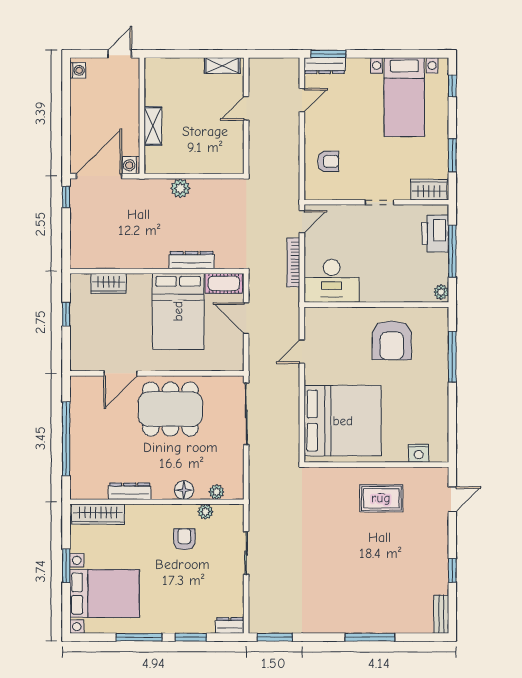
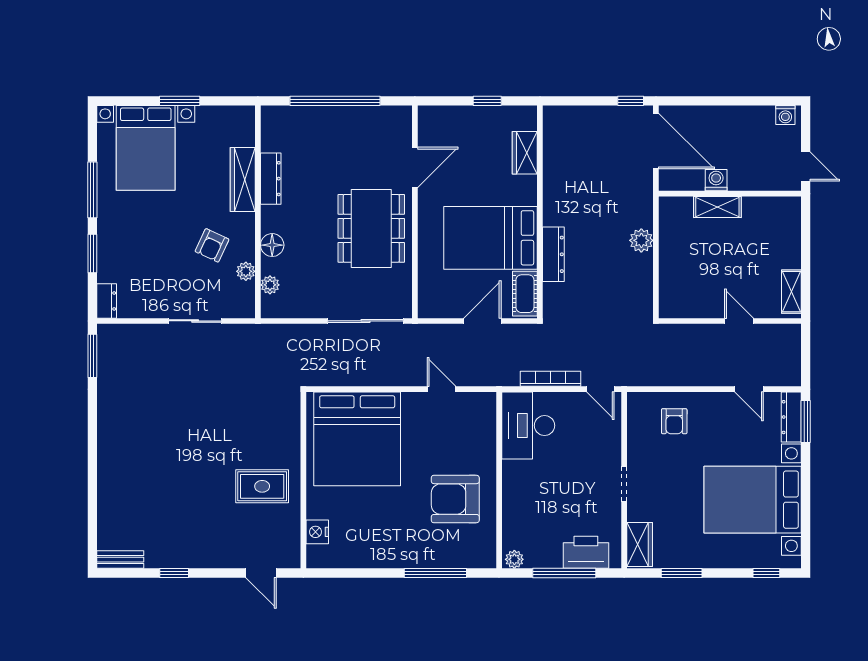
bed with nightstands: (404, 97) -> (753, 500), width x1.36
washing machine: (131, 165) -> (716, 180), moved
door: (121, 373) -> (415, 167), swing flipped
rug: (381, 498) -> (262, 486), turned 90
wardrobe: (98, 514) -> (243, 179), moved
armchair: (184, 539) -> (212, 245), turned 115
window: (370, 637) -> (92, 472), removed

